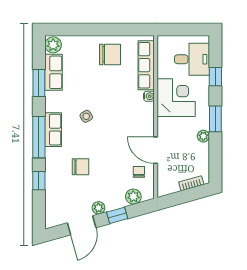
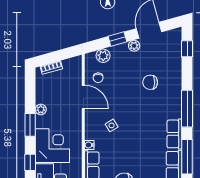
window: (39, 83) -> (187, 157), width x1.44
corner desk: (176, 98) -> (52, 146), moved, turned 180
side table: (86, 116) -> (112, 125), moved
row of seats: (53, 130) -> (174, 134), moved
window: (39, 181) -> (187, 49), moved

